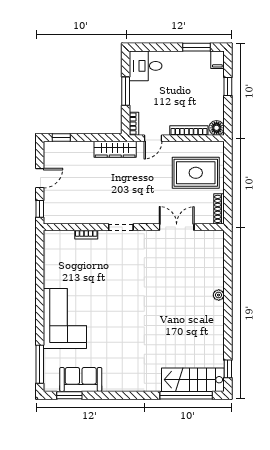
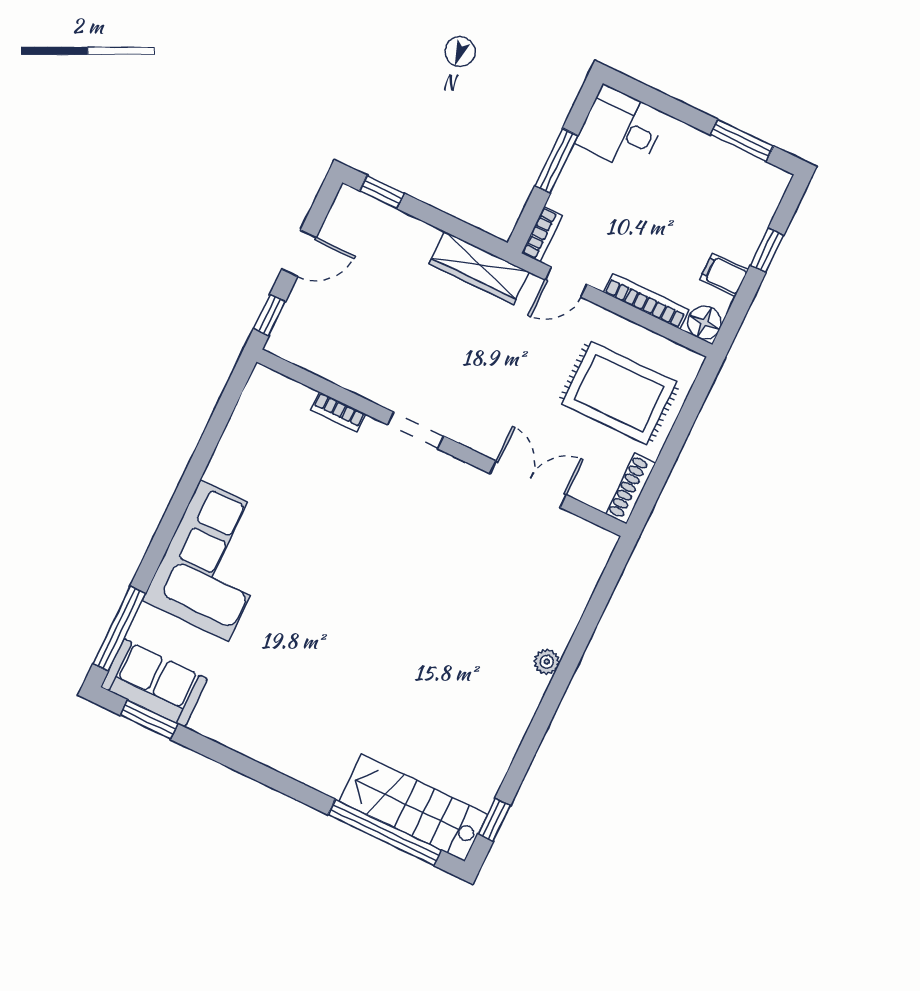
filing cabinet: (217, 60) -> (724, 275), moved, turned 90
sofa: (81, 379) -> (154, 683), moved

